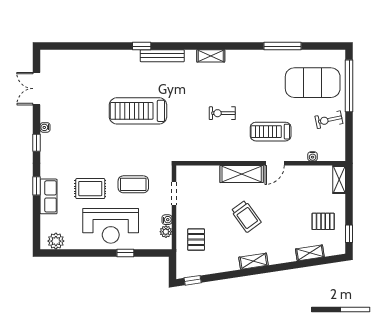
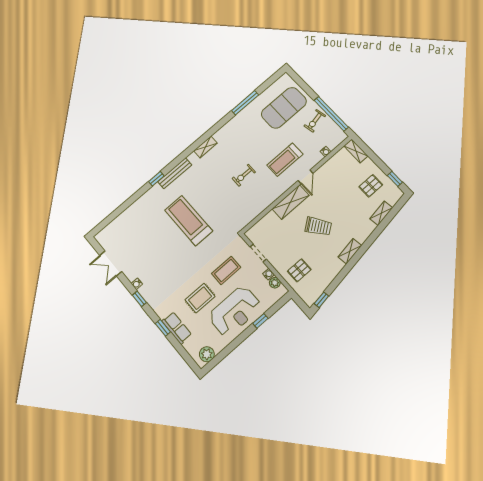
window: (349, 86) -> (331, 114), moved
treadmill: (138, 111) -> (189, 221), turned 90
pallet: (196, 240) -> (299, 270), turned 90

